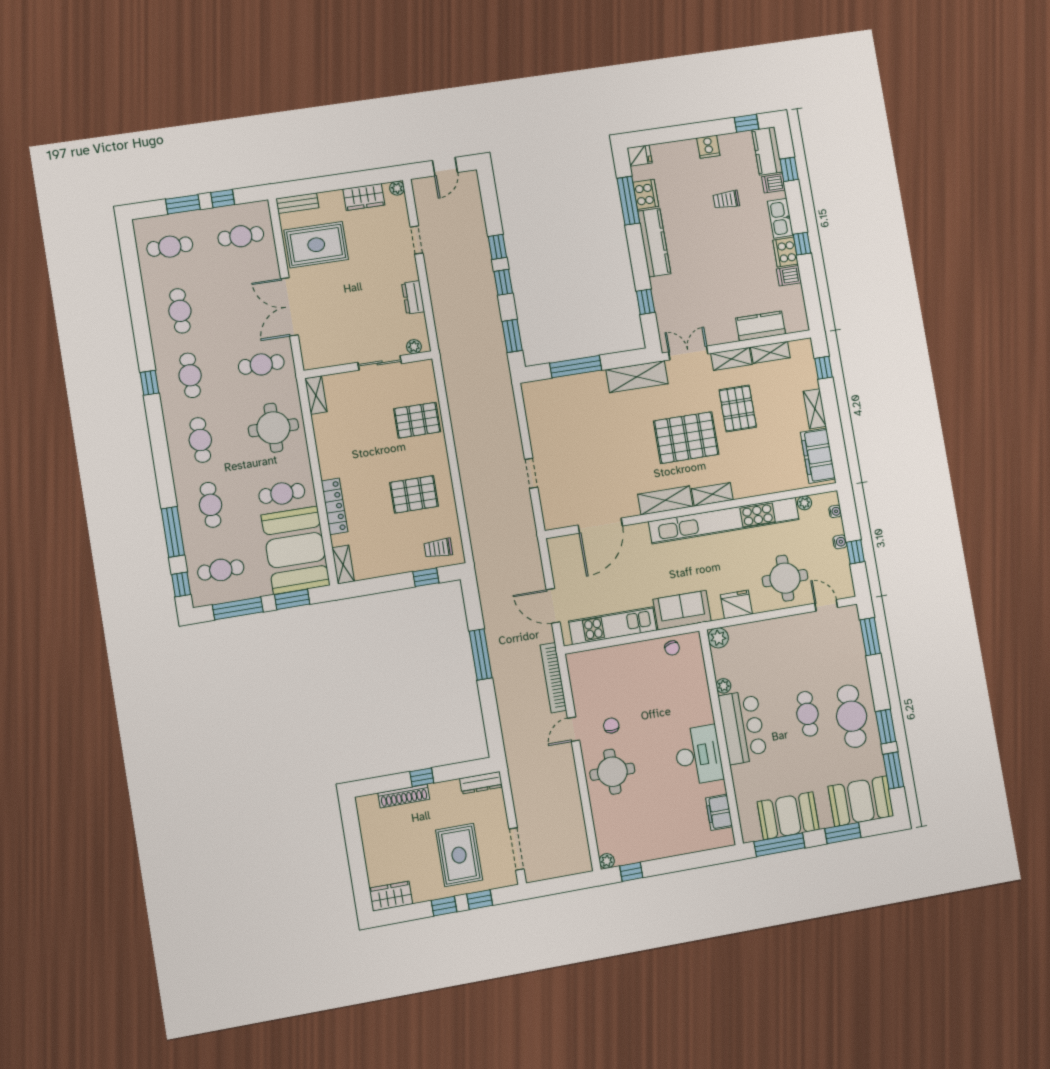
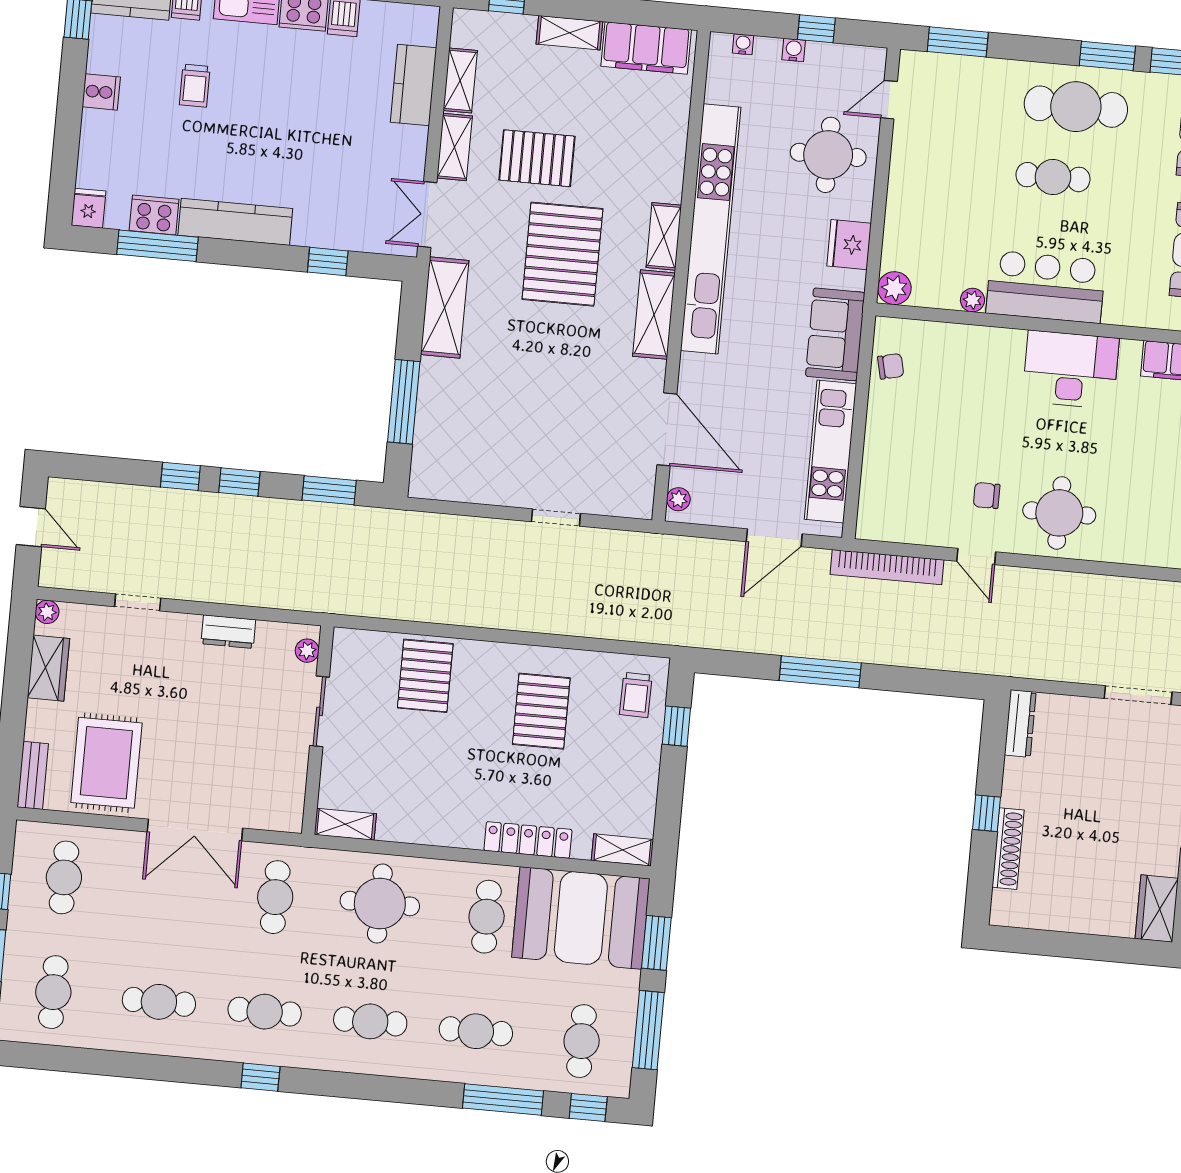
plant: (804, 503) -> (678, 499), moved
rug: (459, 855) -> (1123, 787), removed

